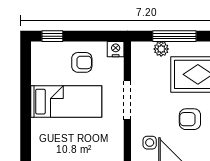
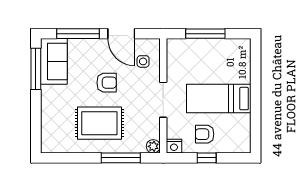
window: (52, 36) -> (207, 158), moved
plant: (161, 49) -> (153, 146), moved

